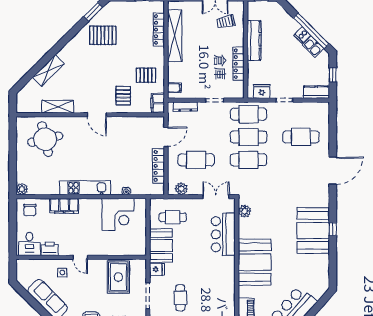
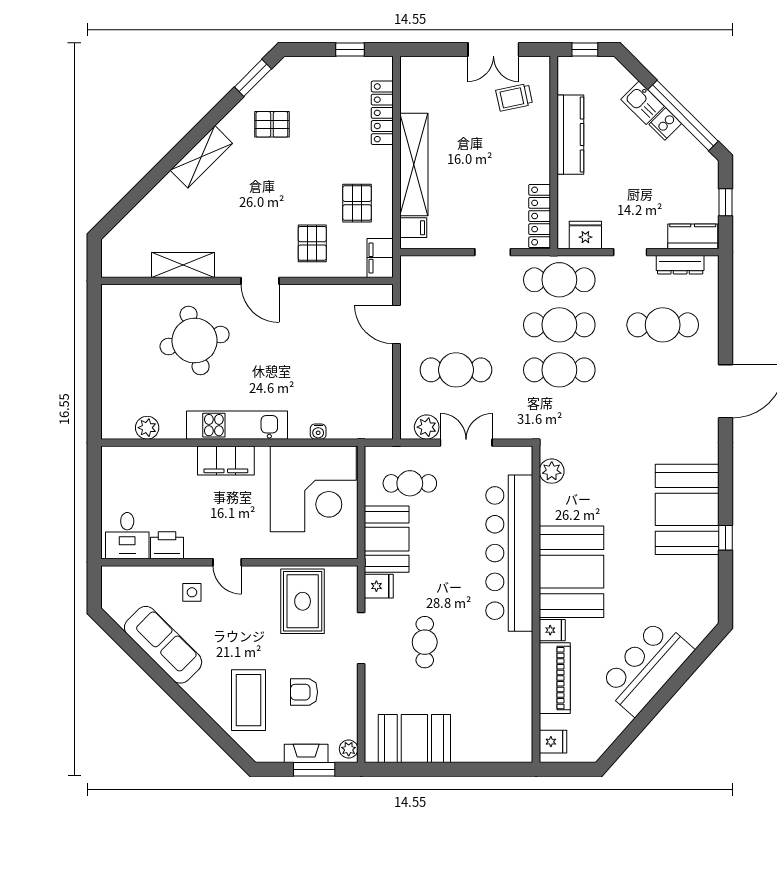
pallet: (103, 35) -> (272, 124), width x0.67, depth x0.71
shelving: (175, 36) -> (414, 165), moved
kitchen sink: (313, 47) -> (643, 103), moved
locker: (239, 64) -> (540, 216), moved
shelving: (48, 71) -> (201, 157), moved
pallet: (146, 75) -> (357, 203), turned 90
dresser: (185, 106) -> (680, 265), moved
door: (166, 137) -> (397, 325), swing flipped
round table: (45, 139) -> (195, 341), moved
locker: (159, 166) -> (382, 382), removed
plant: (22, 189) -> (147, 428), moved
double door: (216, 197) -> (466, 443), moved
filing cabinet: (64, 206) -> (226, 461), moved
chair: (30, 210) -> (128, 469), removed
corner desk: (118, 214) -> (313, 489), width x1.36, depth x1.36
window: (333, 229) -> (725, 538), moved
bar counter: (223, 234) -> (509, 553), width x1.86
fridge: (245, 292) -> (552, 630), added

